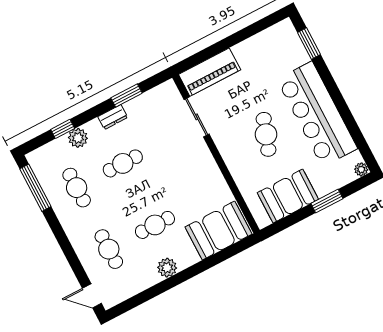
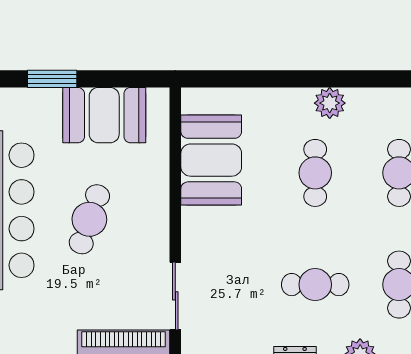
cafe table: (155, 225) -> (315, 173), turned 90
booth: (218, 231) -> (211, 160), moved, turned 90

